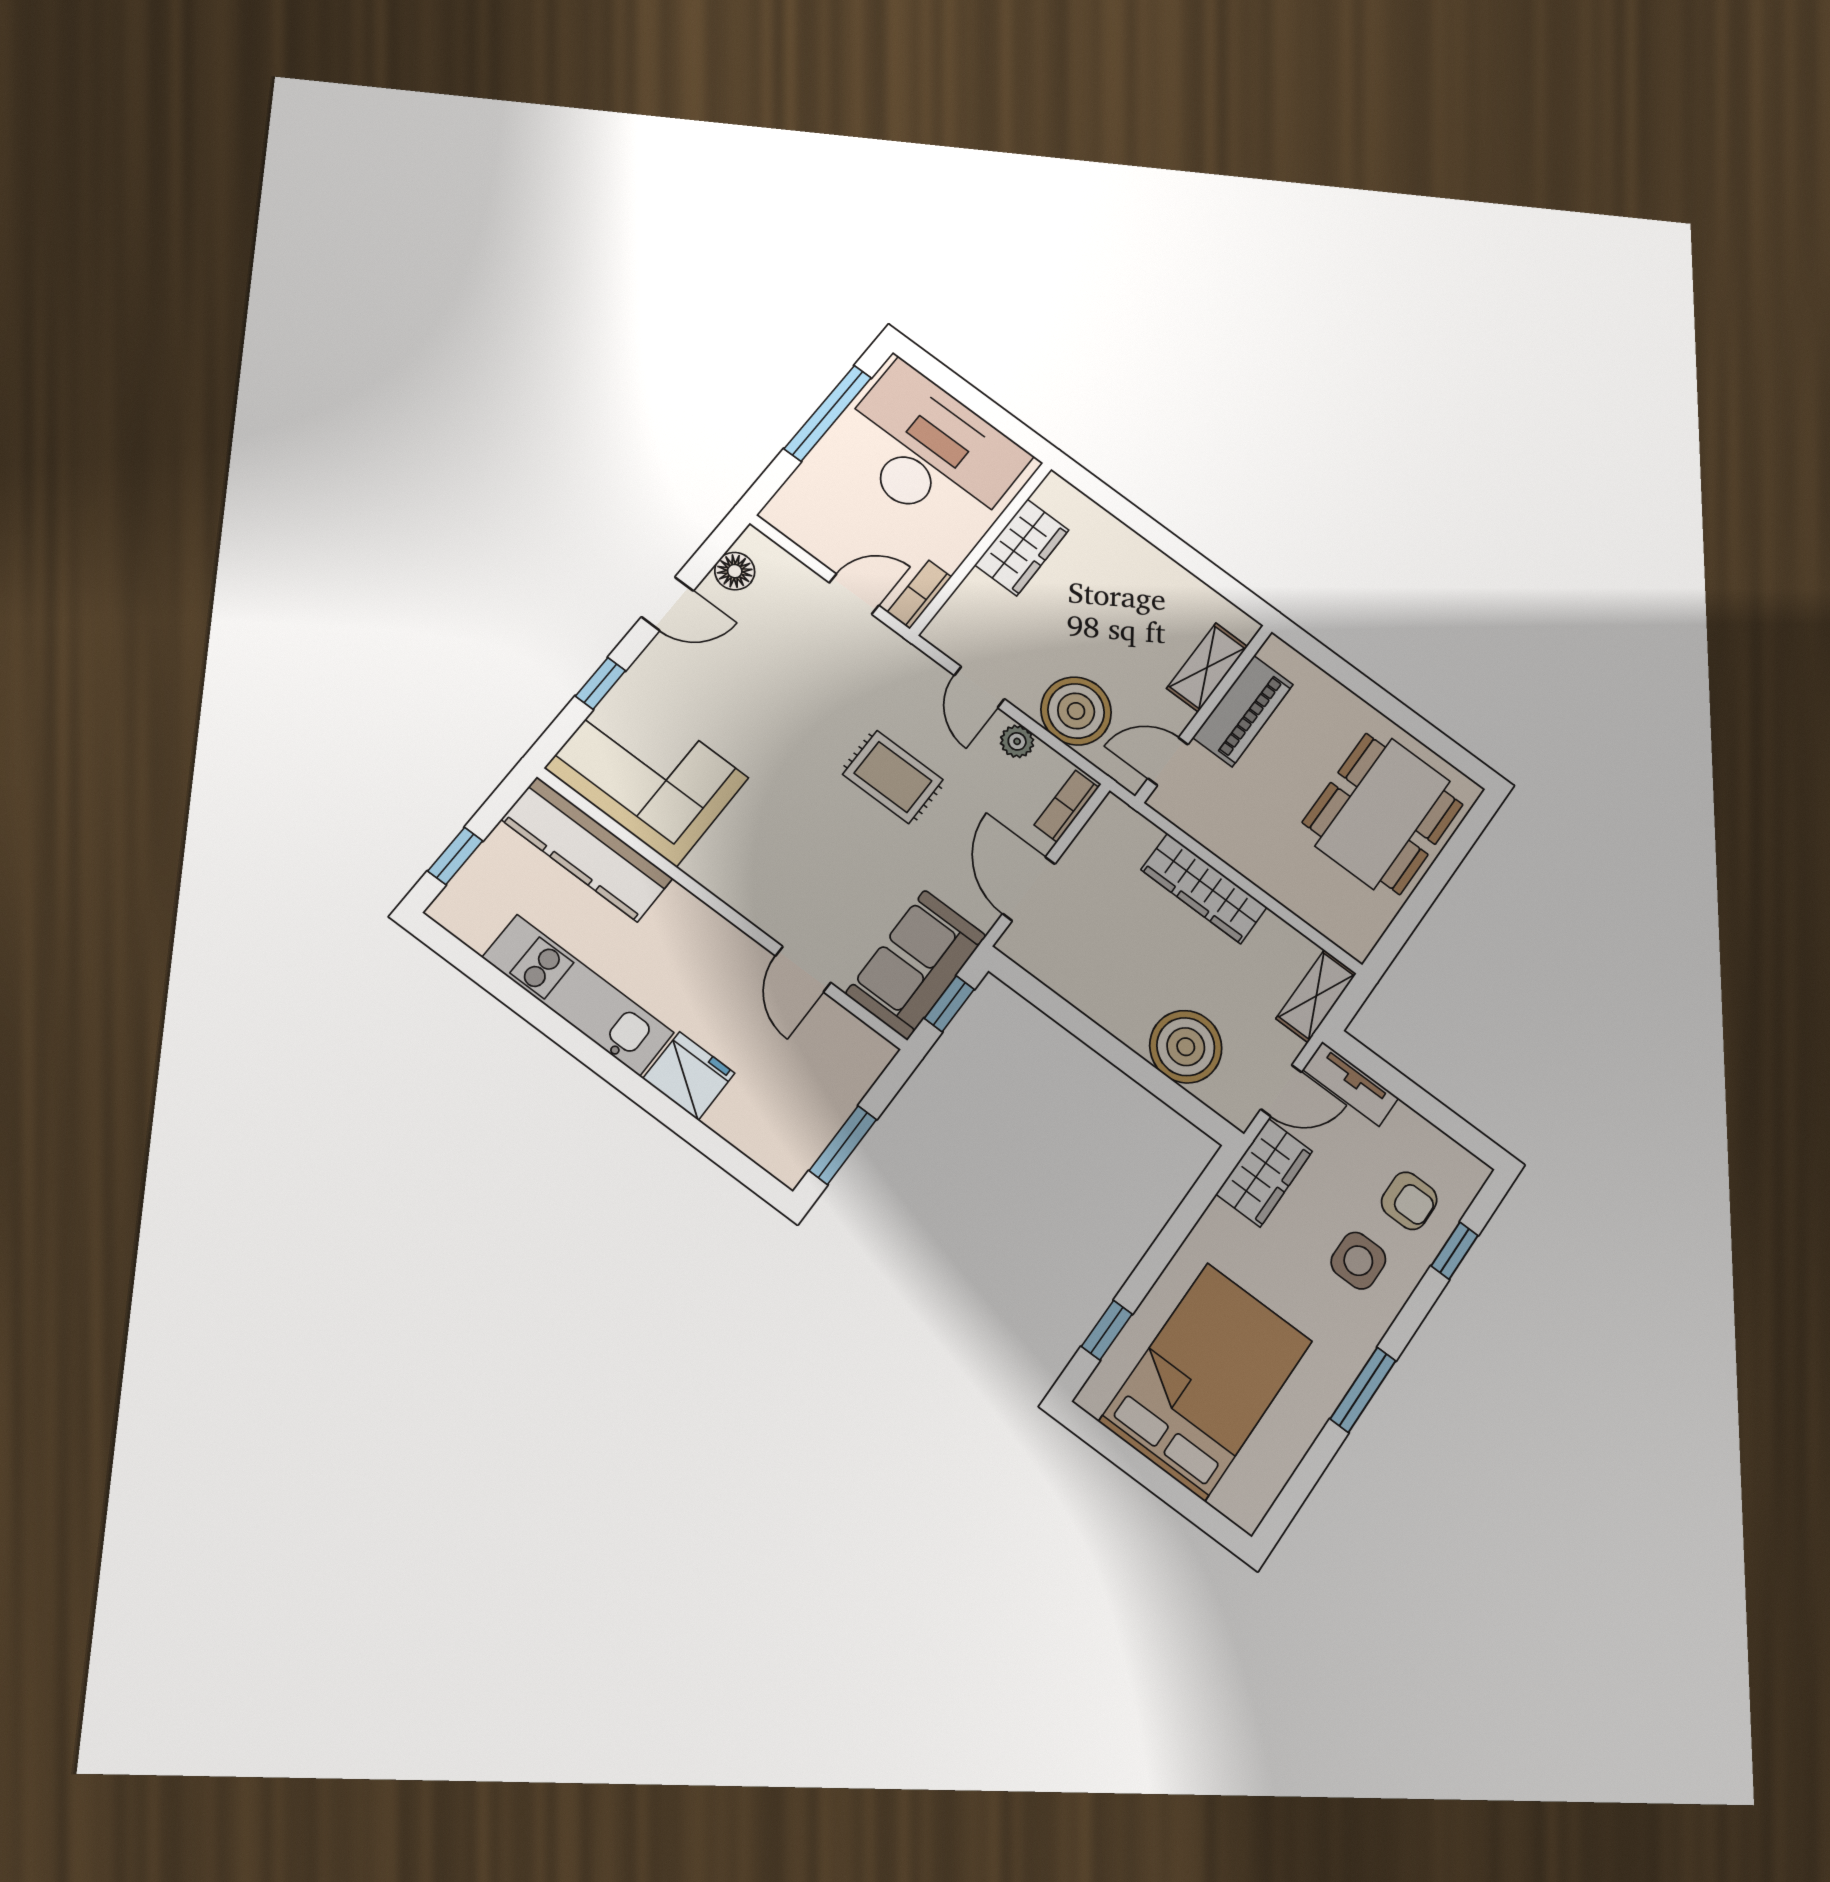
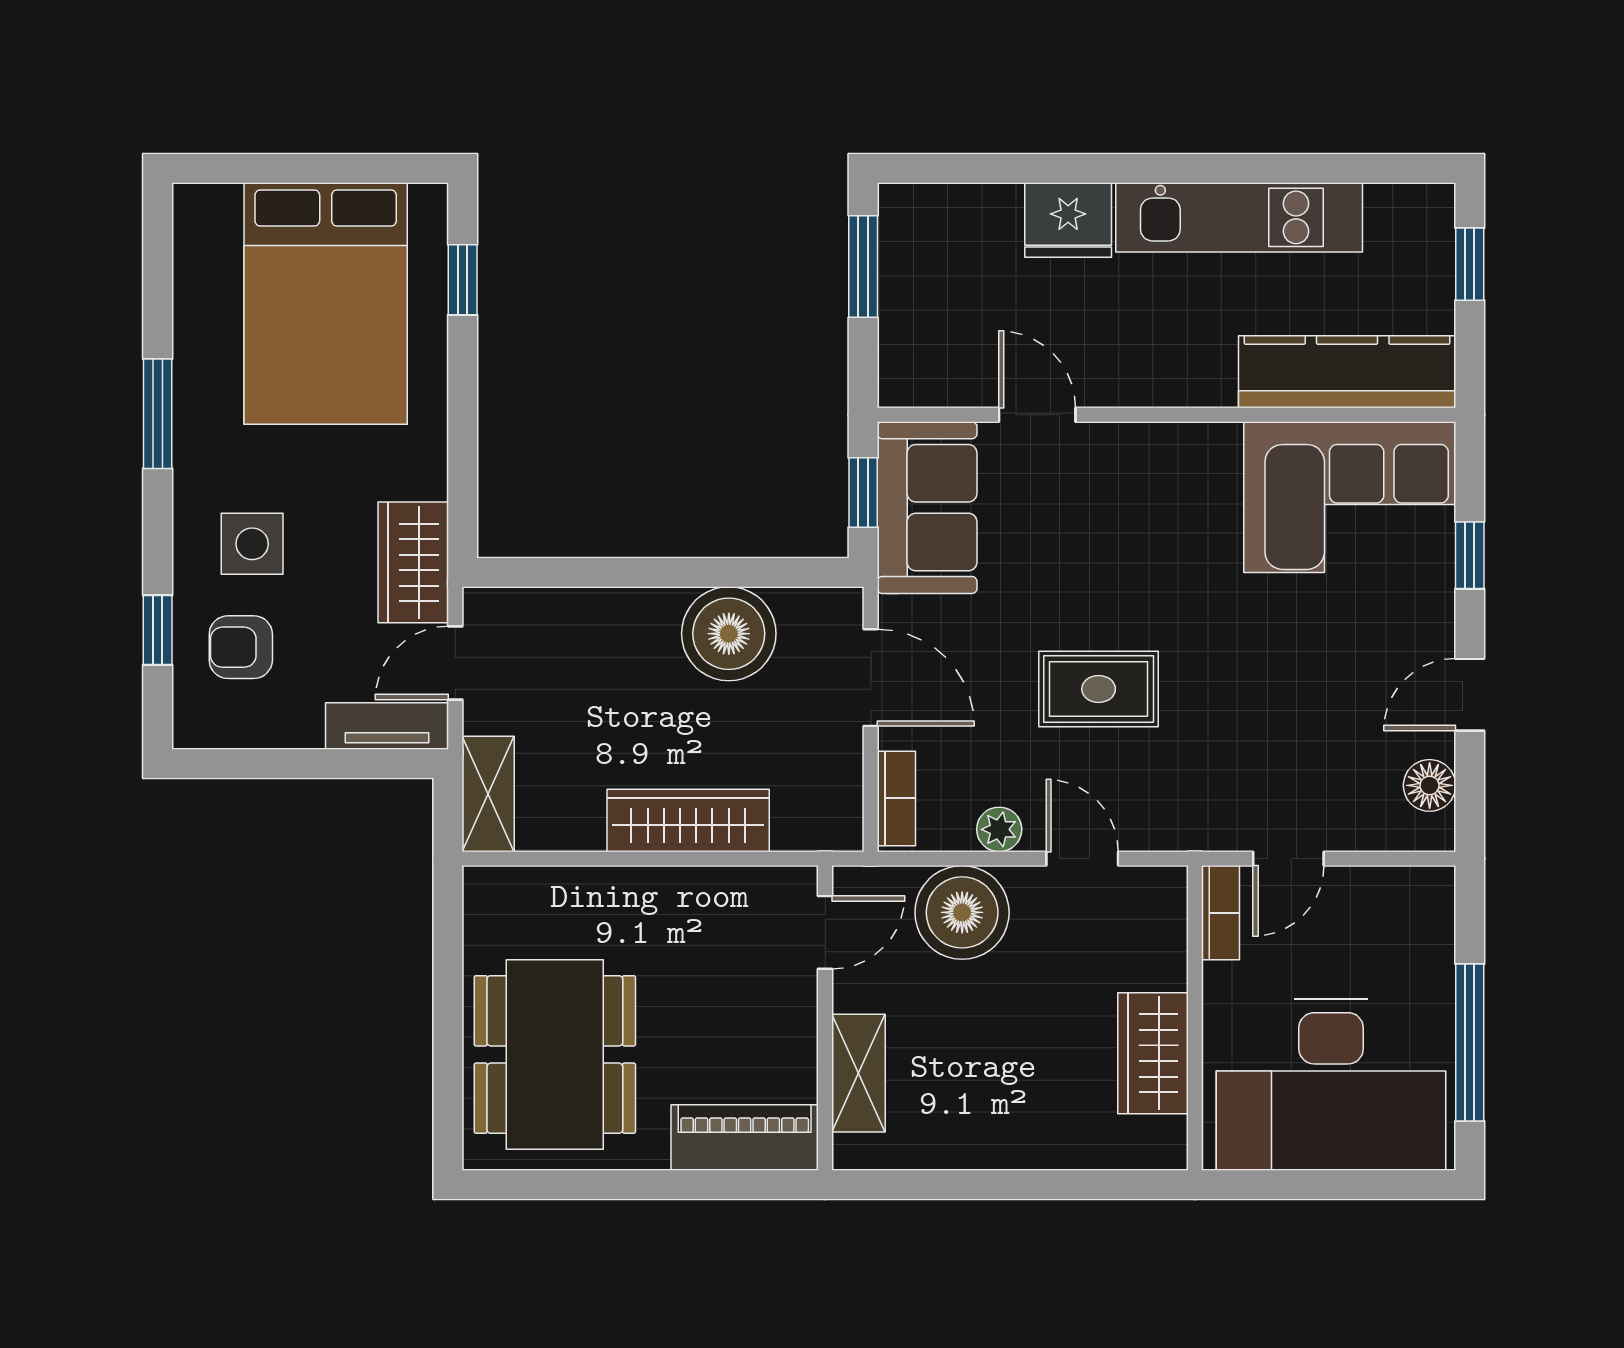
piano: (1243, 711) -> (745, 1138), moved, turned 90
boiler: (1186, 1047) -> (729, 634), moved

